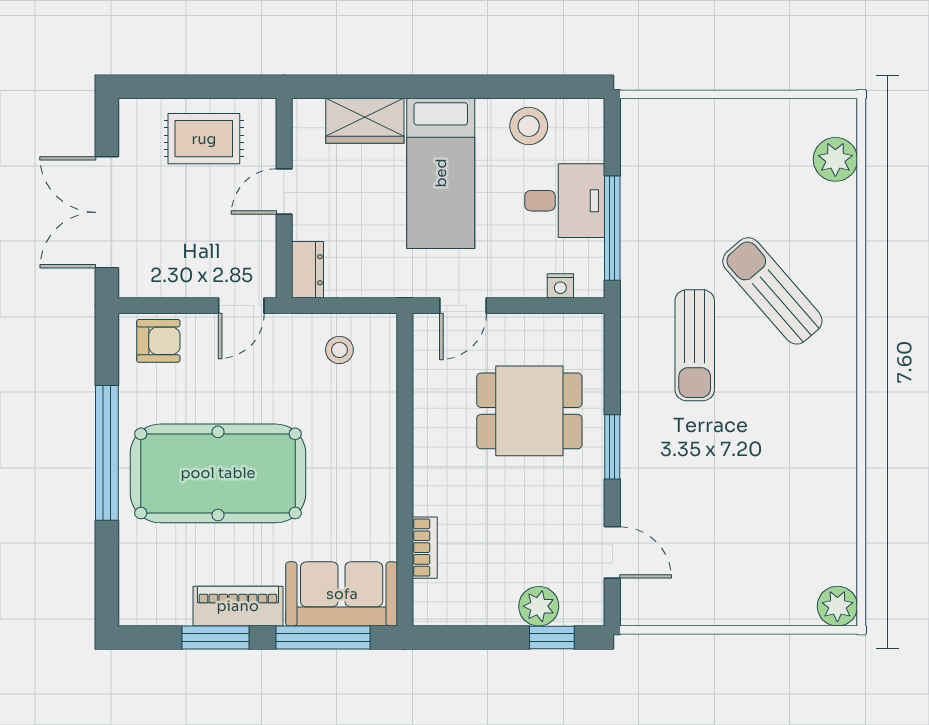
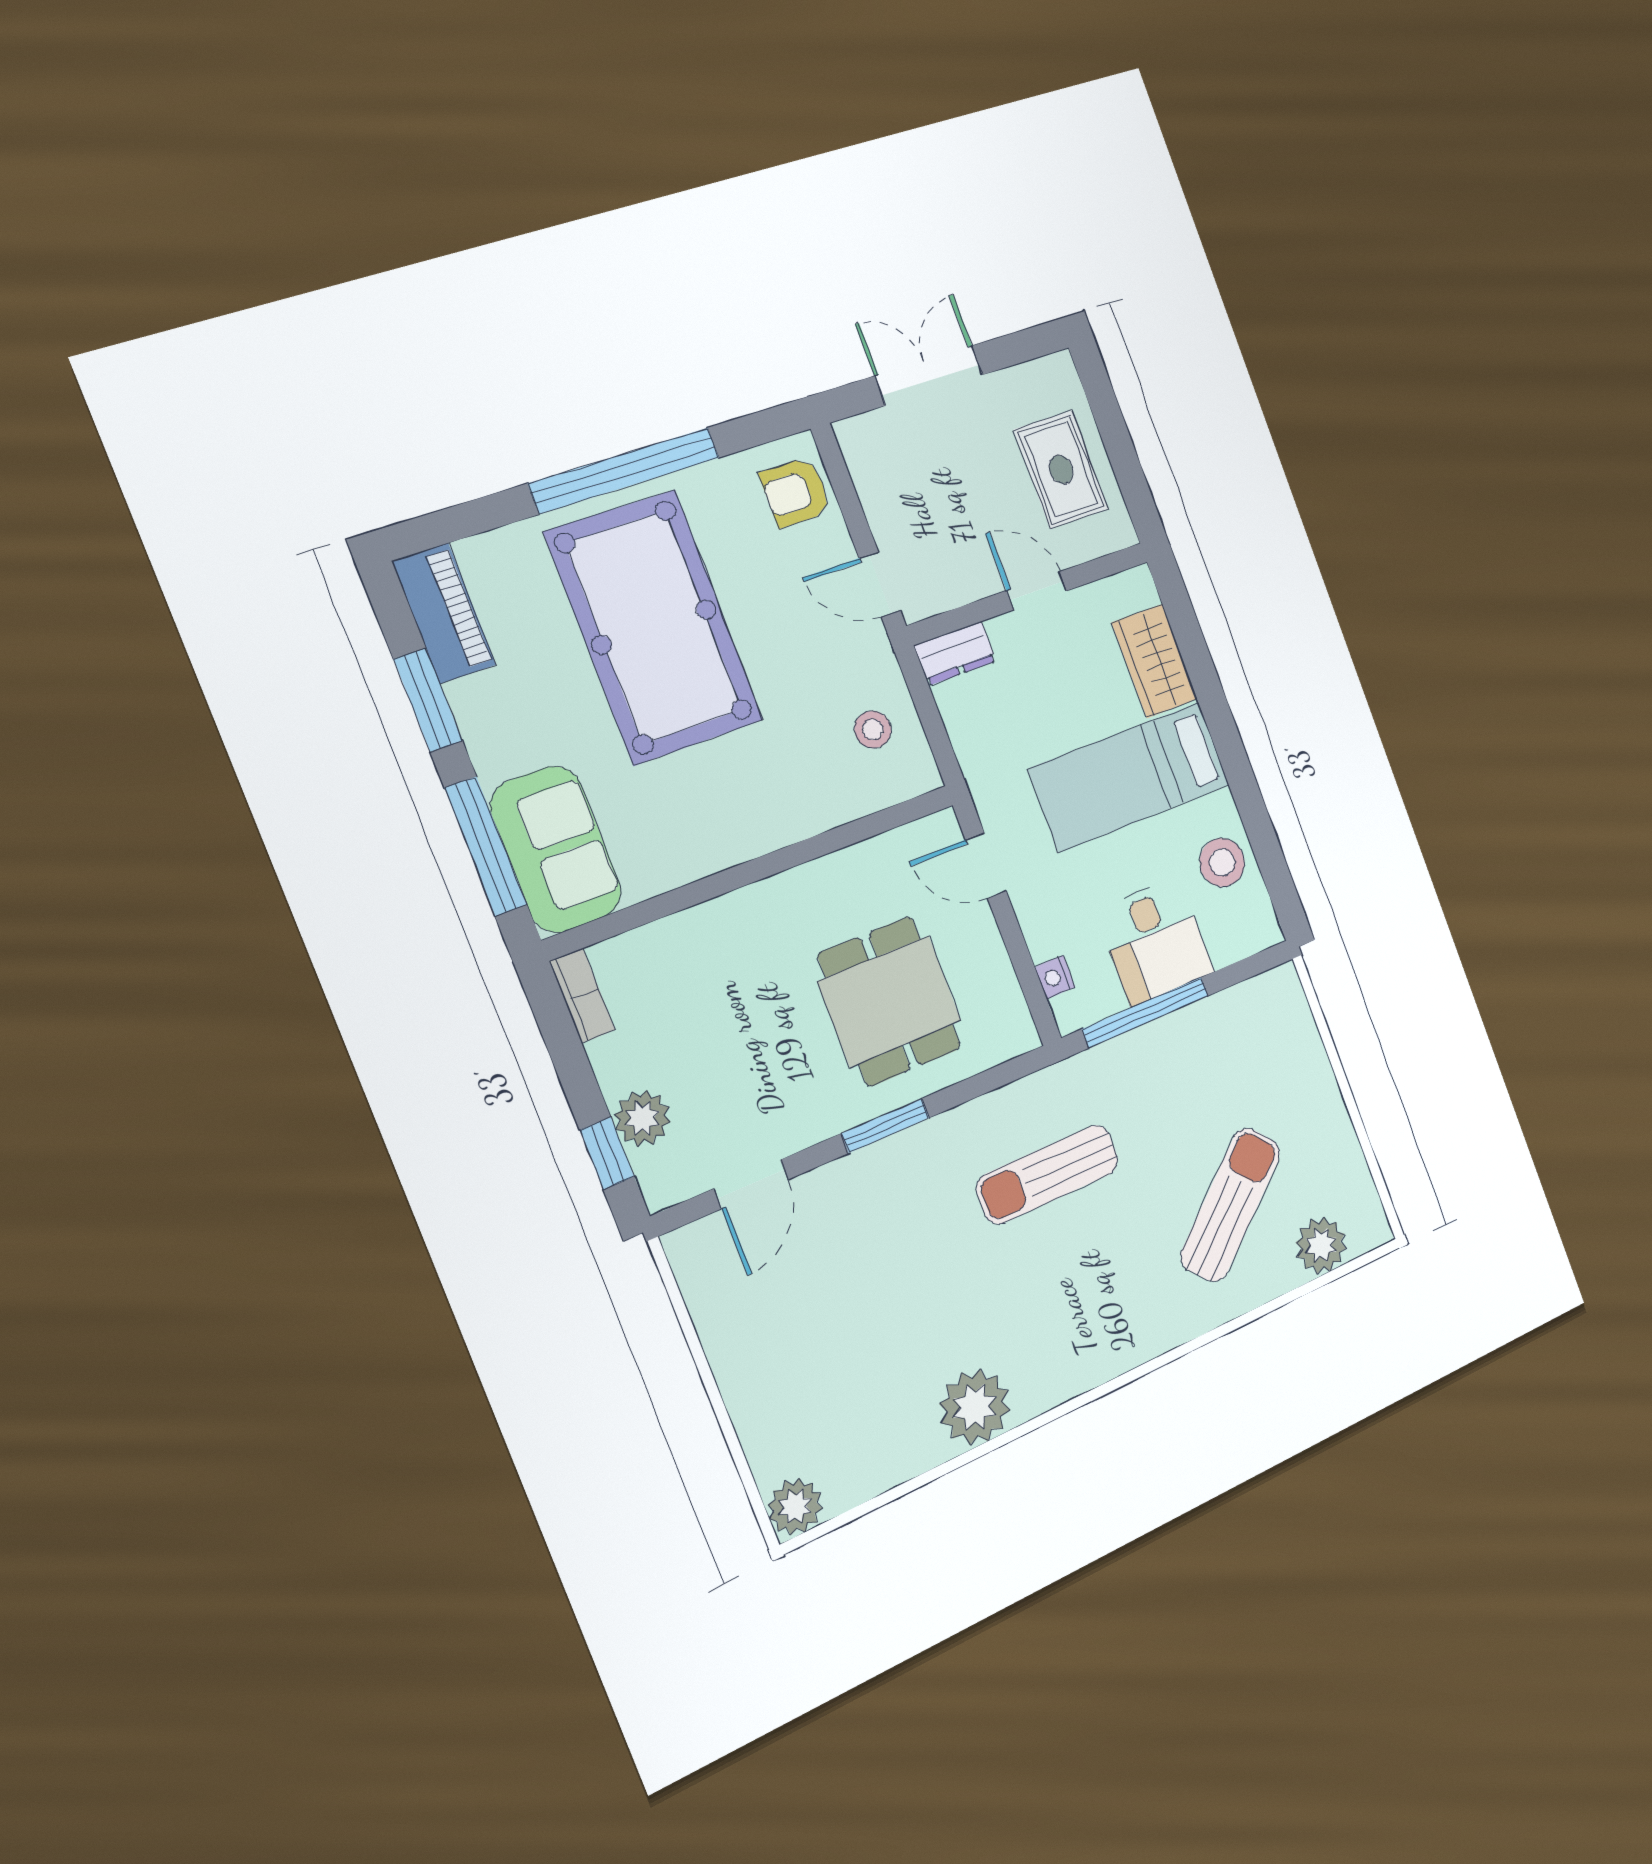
double door: (107, 212) -> (929, 375), width x0.73
sun lounger: (772, 291) -> (1231, 1205), moved
armchair: (158, 341) -> (796, 492), turned 90
plant: (830, 460) -> (975, 1407), added
bookcase: (425, 548) -> (582, 996), moved, turned -90
piano: (238, 606) -> (444, 613), moved

